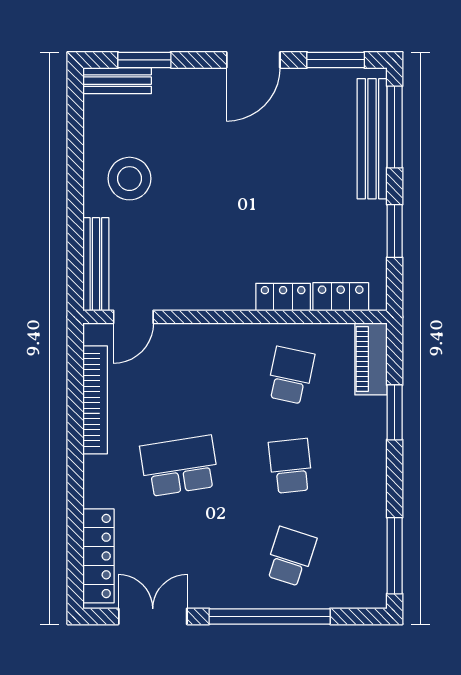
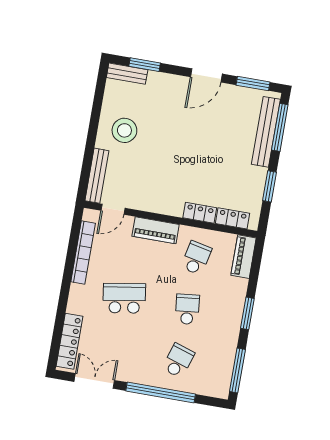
piano: (213, 340) -> (156, 230), added
window: (395, 412) -> (247, 313), moved

